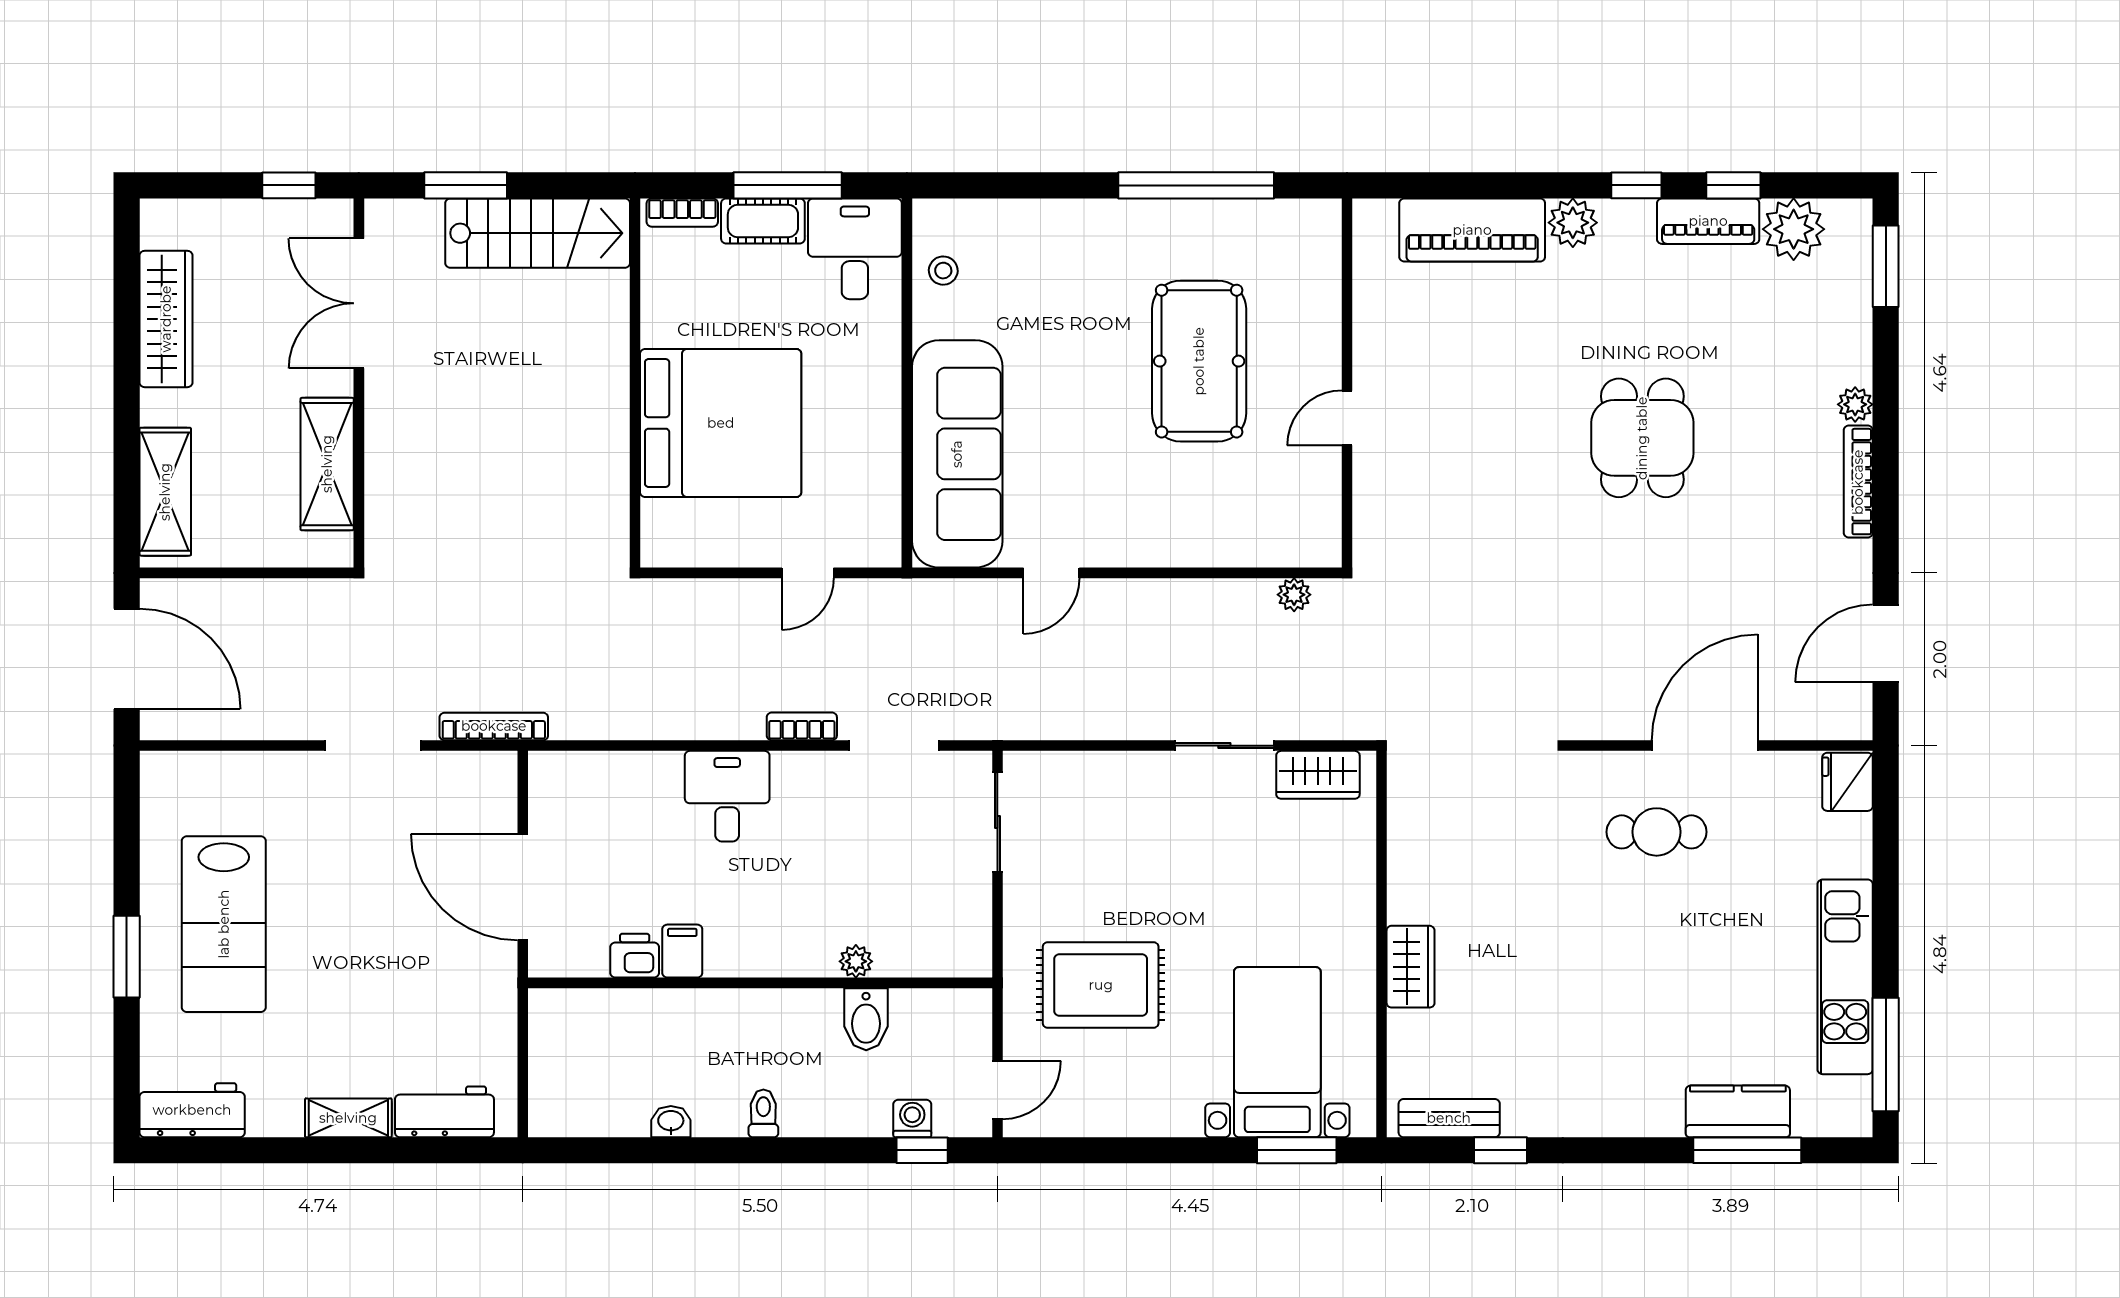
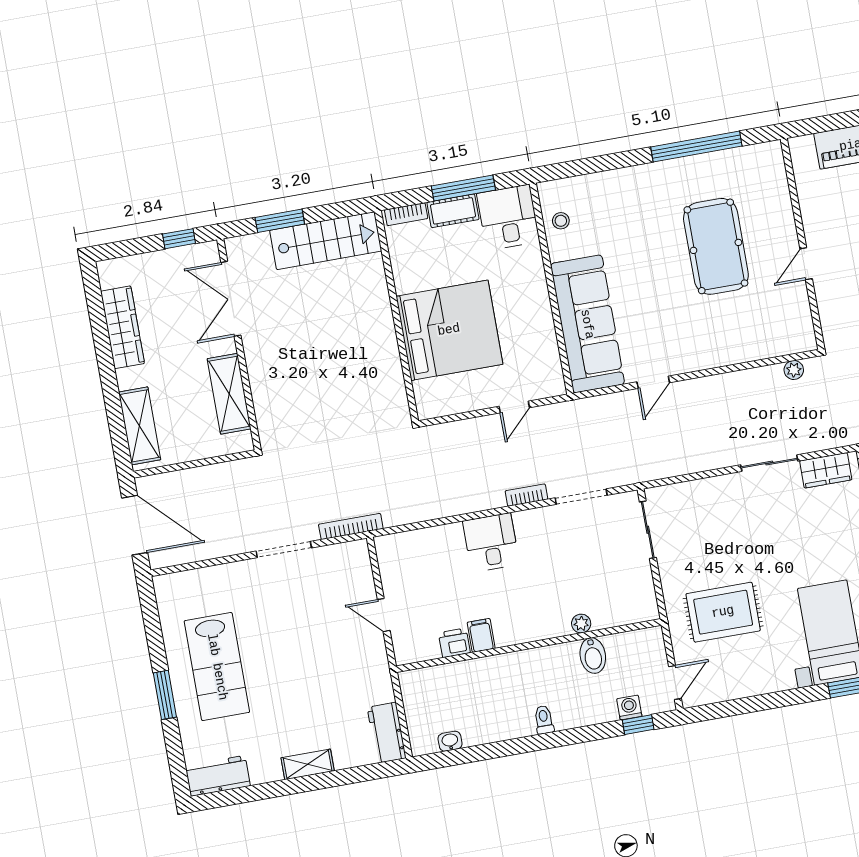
door: (523, 887) -> (384, 615), width x0.53
workbench: (444, 1112) -> (387, 733), moved, turned -90
washbasin: (671, 1122) -> (450, 741), moved

